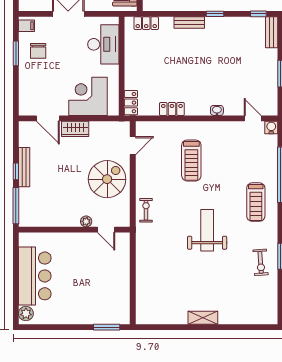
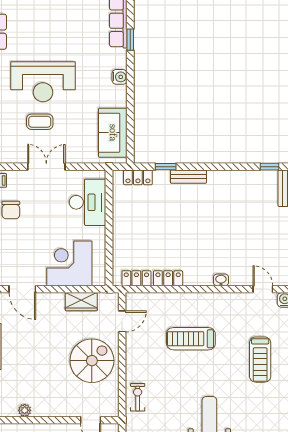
window: (215, 14) -> (166, 167), moved
locker: (131, 103) -> (136, 278), moved, turned -90
wardrobe: (75, 129) -> (81, 302), moved
treadmill: (191, 160) -> (191, 339), turned 90
treadmill: (256, 202) -> (260, 360), moved
plant: (86, 221) -> (25, 410), moved

